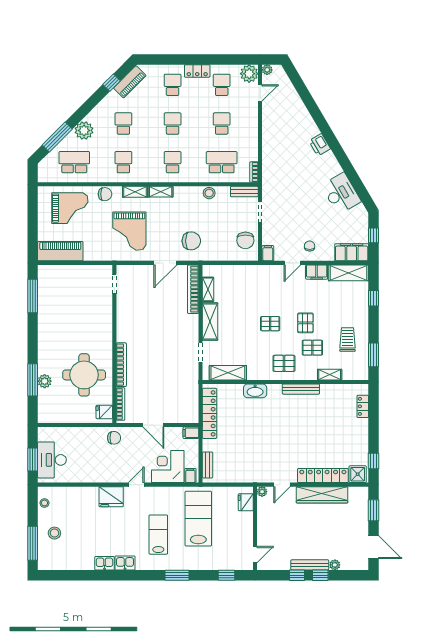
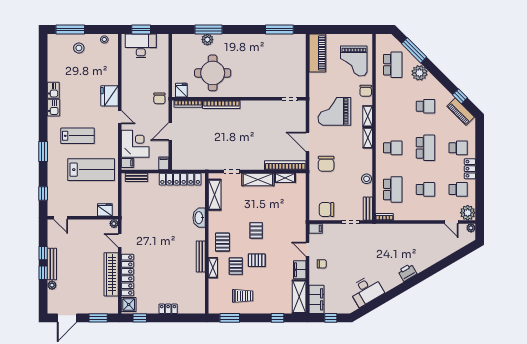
school desk: (173, 124) -> (425, 148), width x1.85
school desk: (123, 162) -> (393, 106), removed
shelving: (330, 375) -> (213, 268), moved
locker: (363, 406) -> (168, 309), moved

